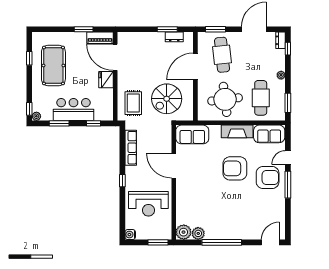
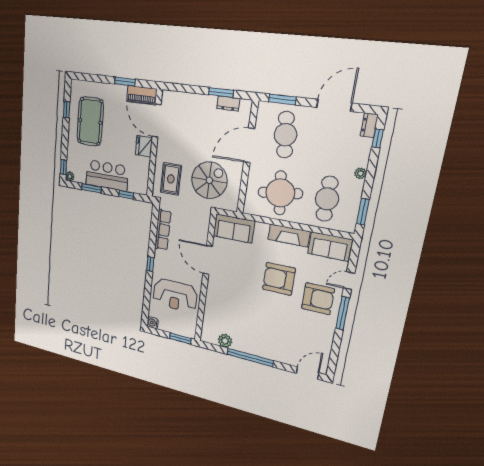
spiral stairs: (167, 99) -> (209, 180), turned 180
plant: (184, 232) -> (209, 335), removed

